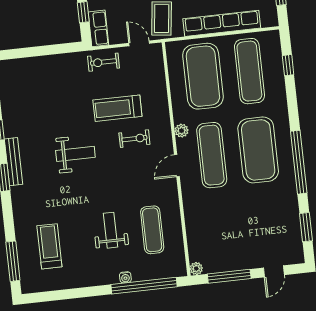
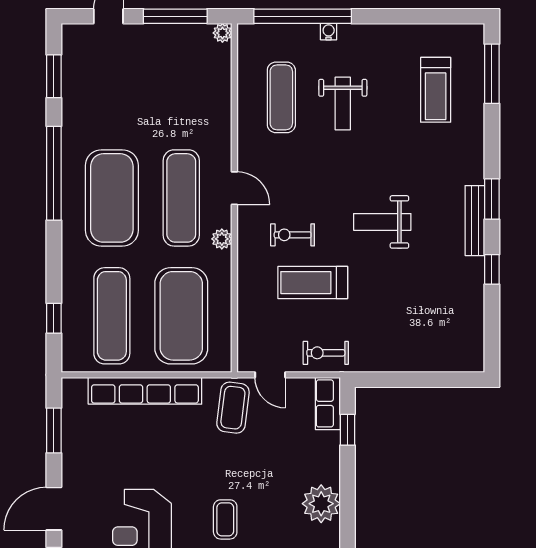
exercise bike: (104, 62) -> (326, 353), turned 180
treadmill: (117, 108) -> (313, 283), turned 180
door: (177, 166) -> (234, 188), hinge flipped

